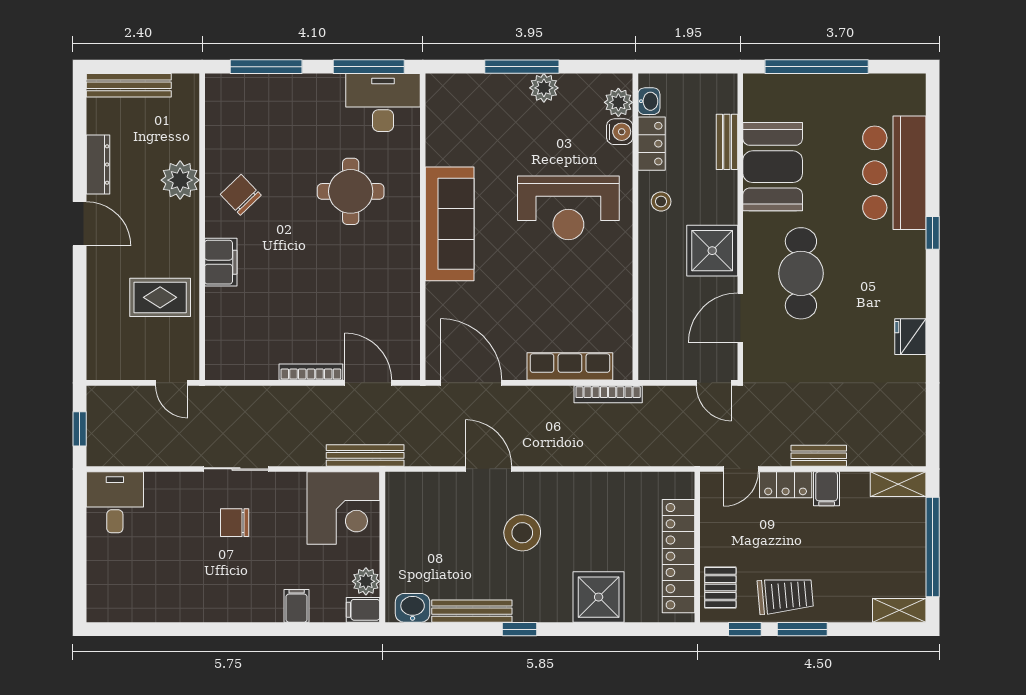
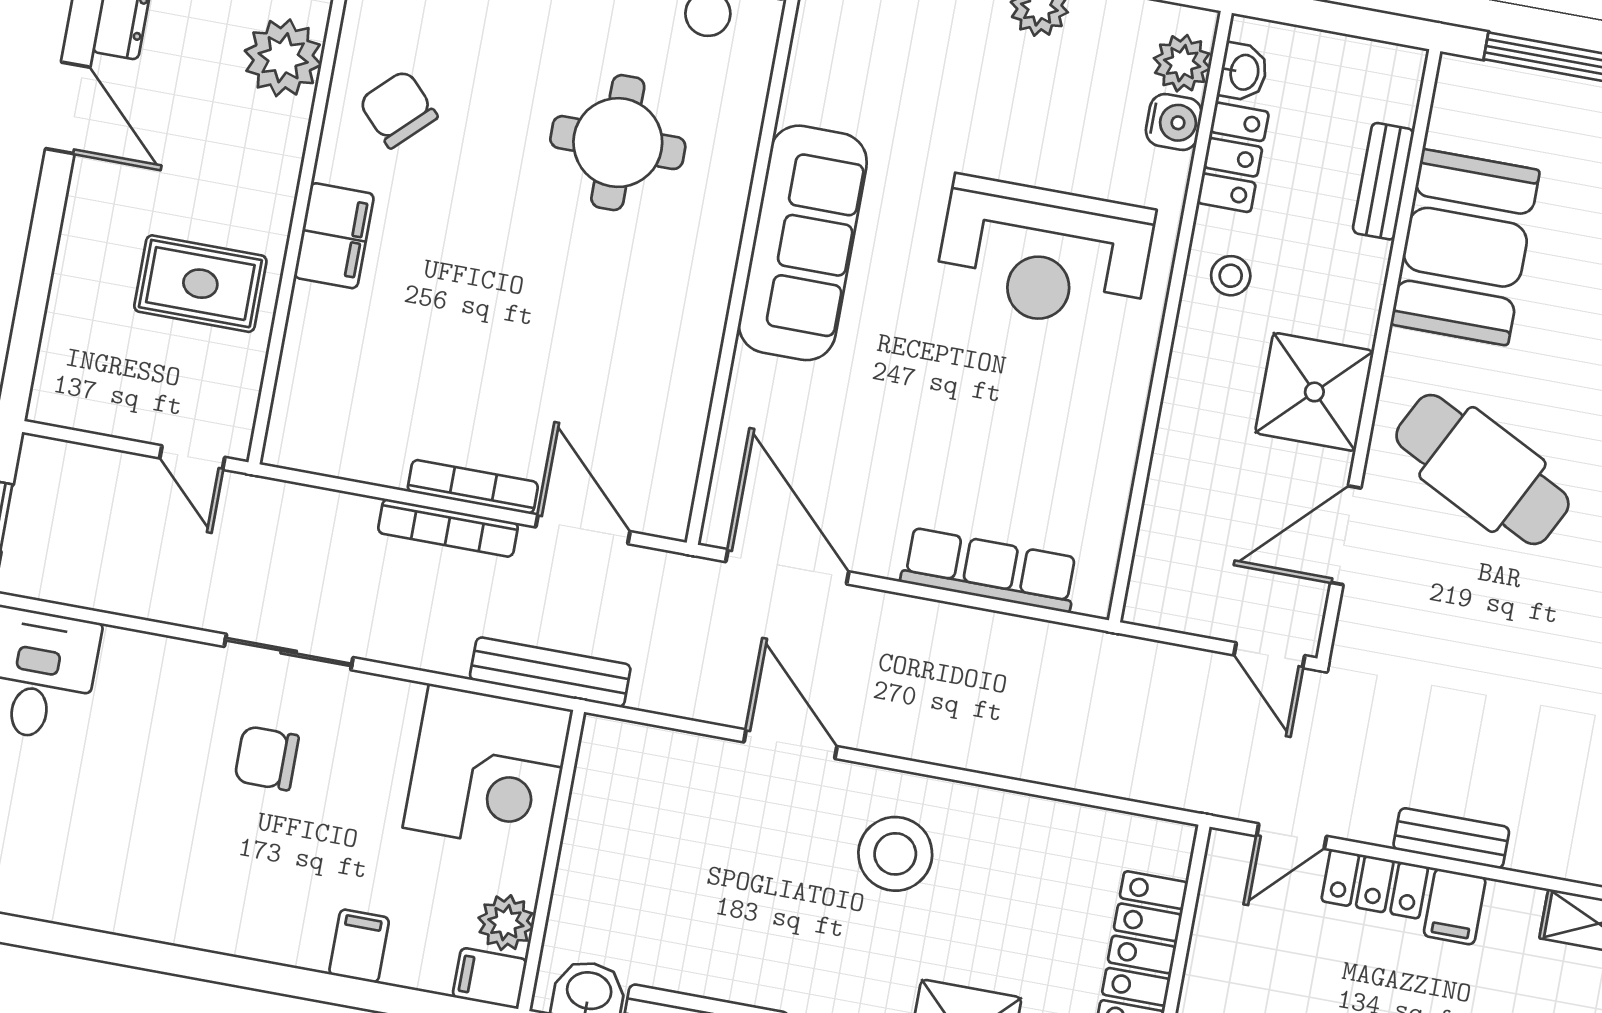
cafe table: (801, 273) -> (1482, 469), turned -63
bookcase: (608, 394) -> (448, 528), moved
stool: (522, 533) -> (895, 854), moved

